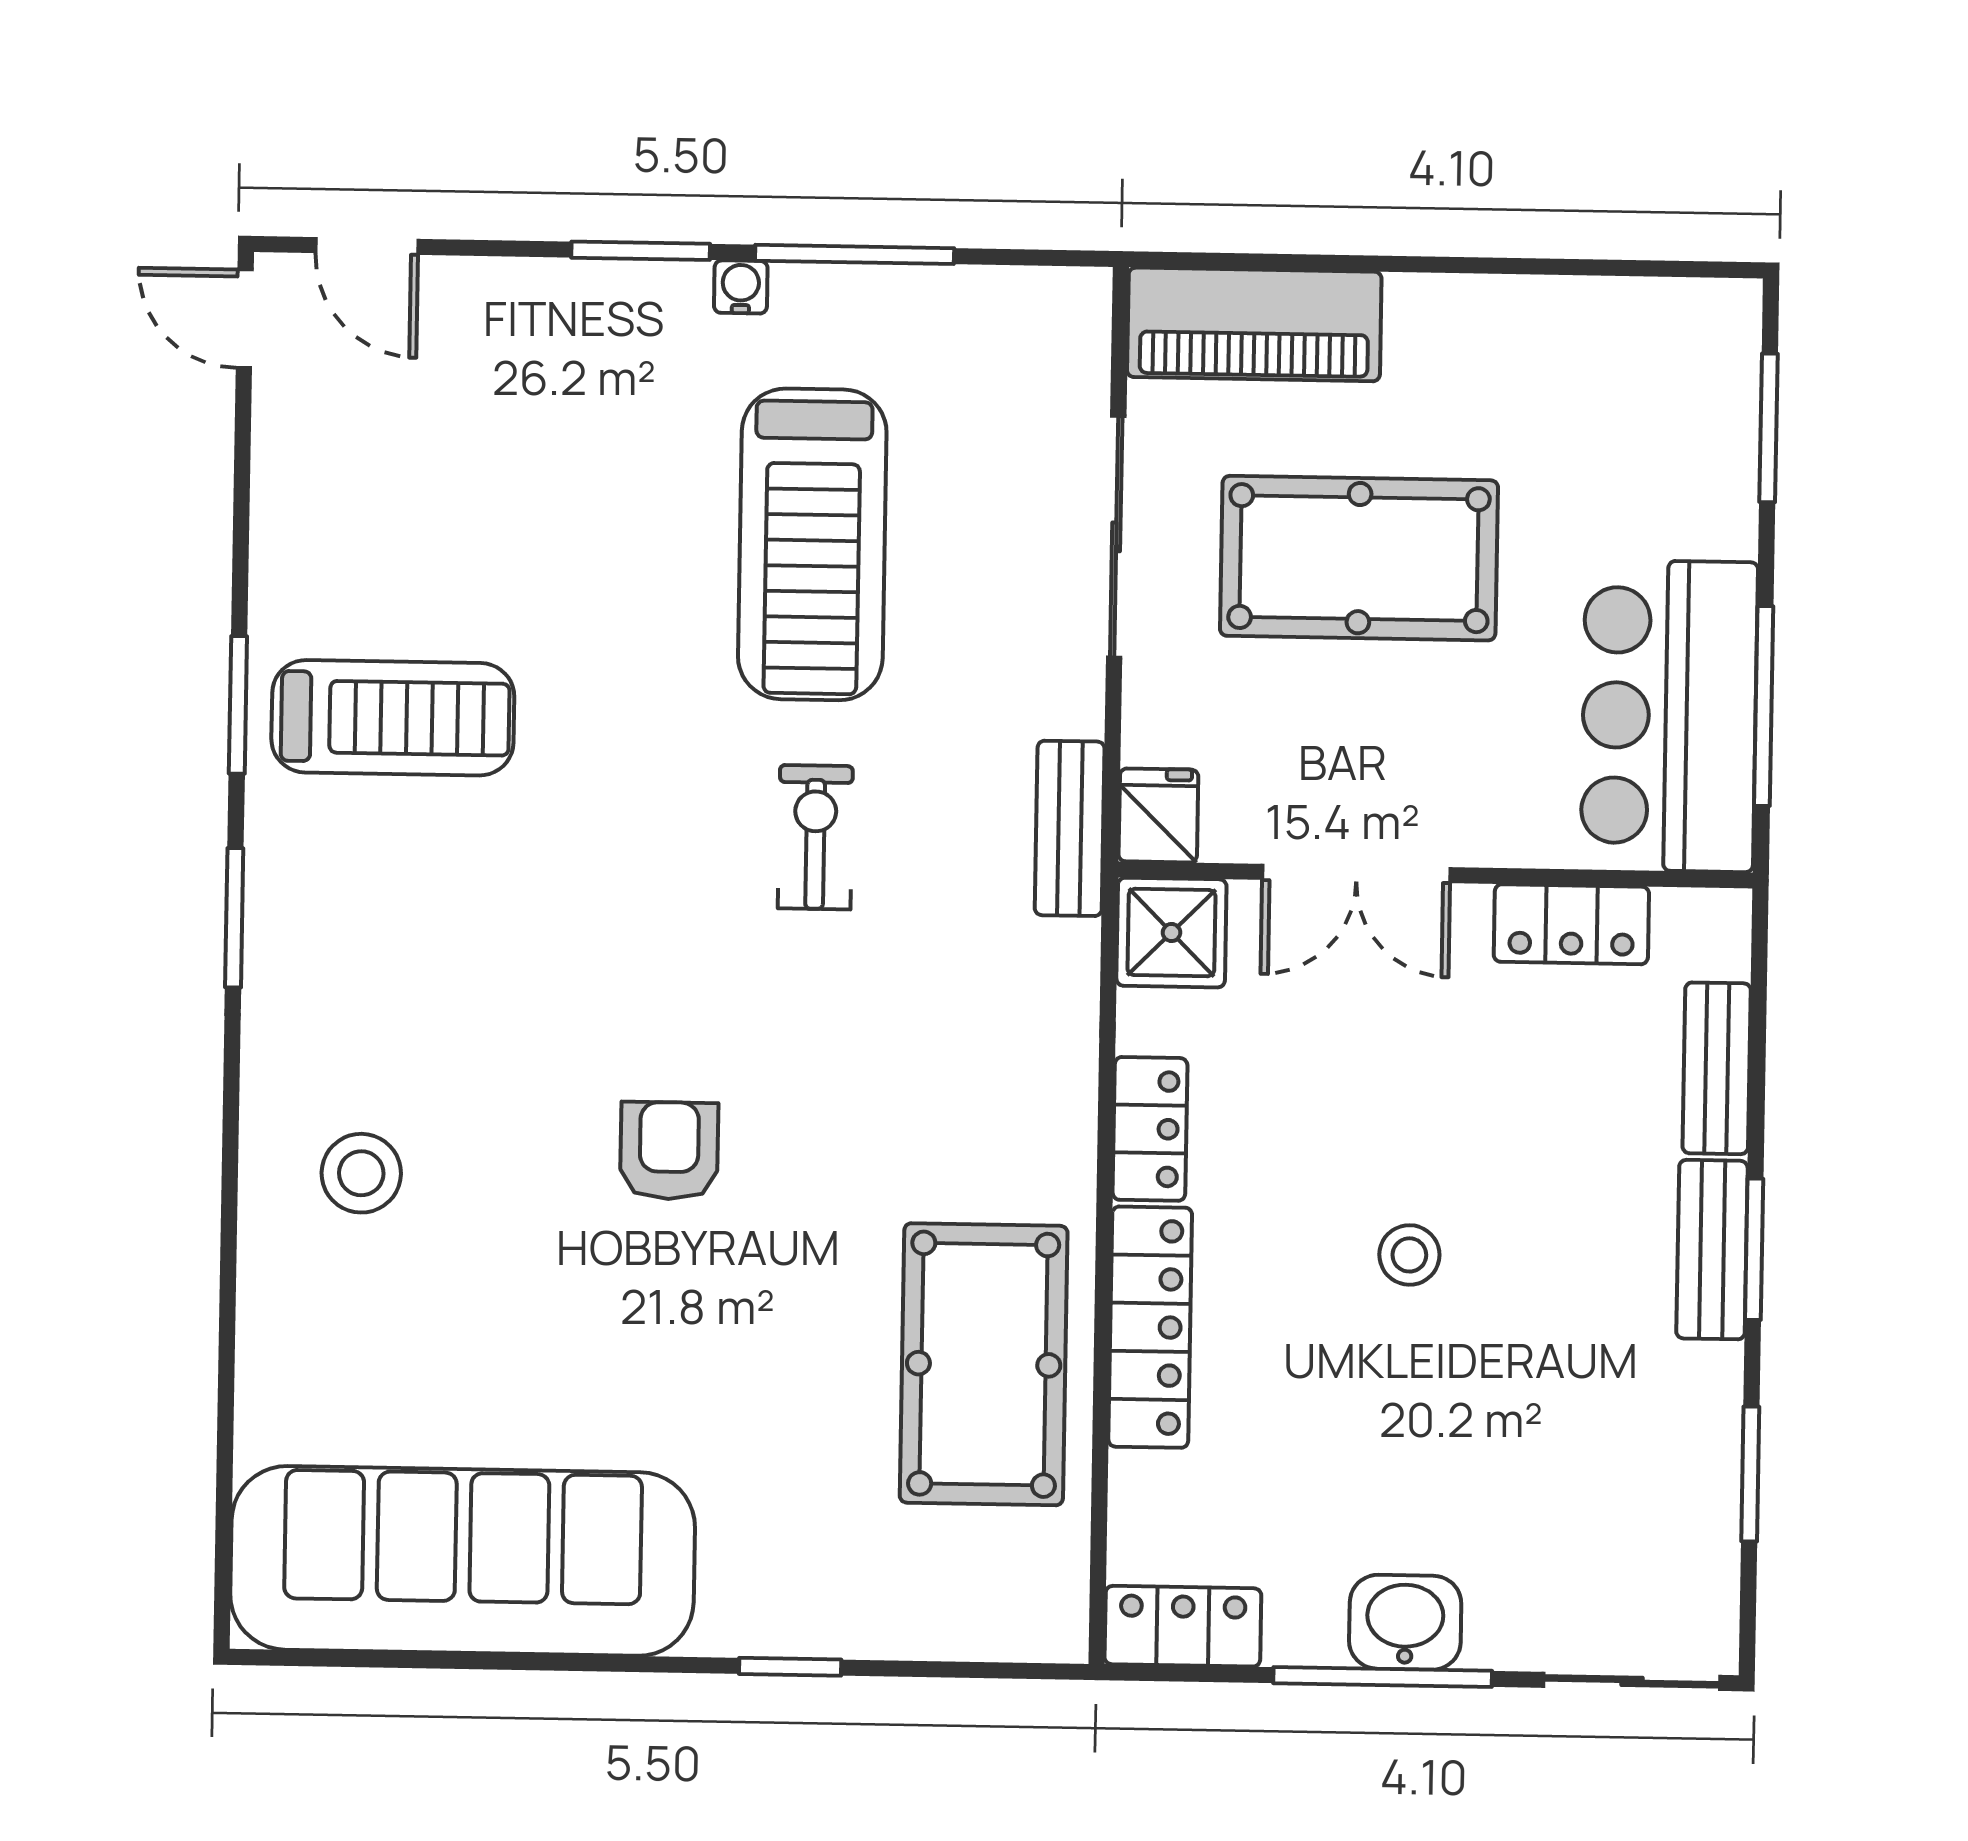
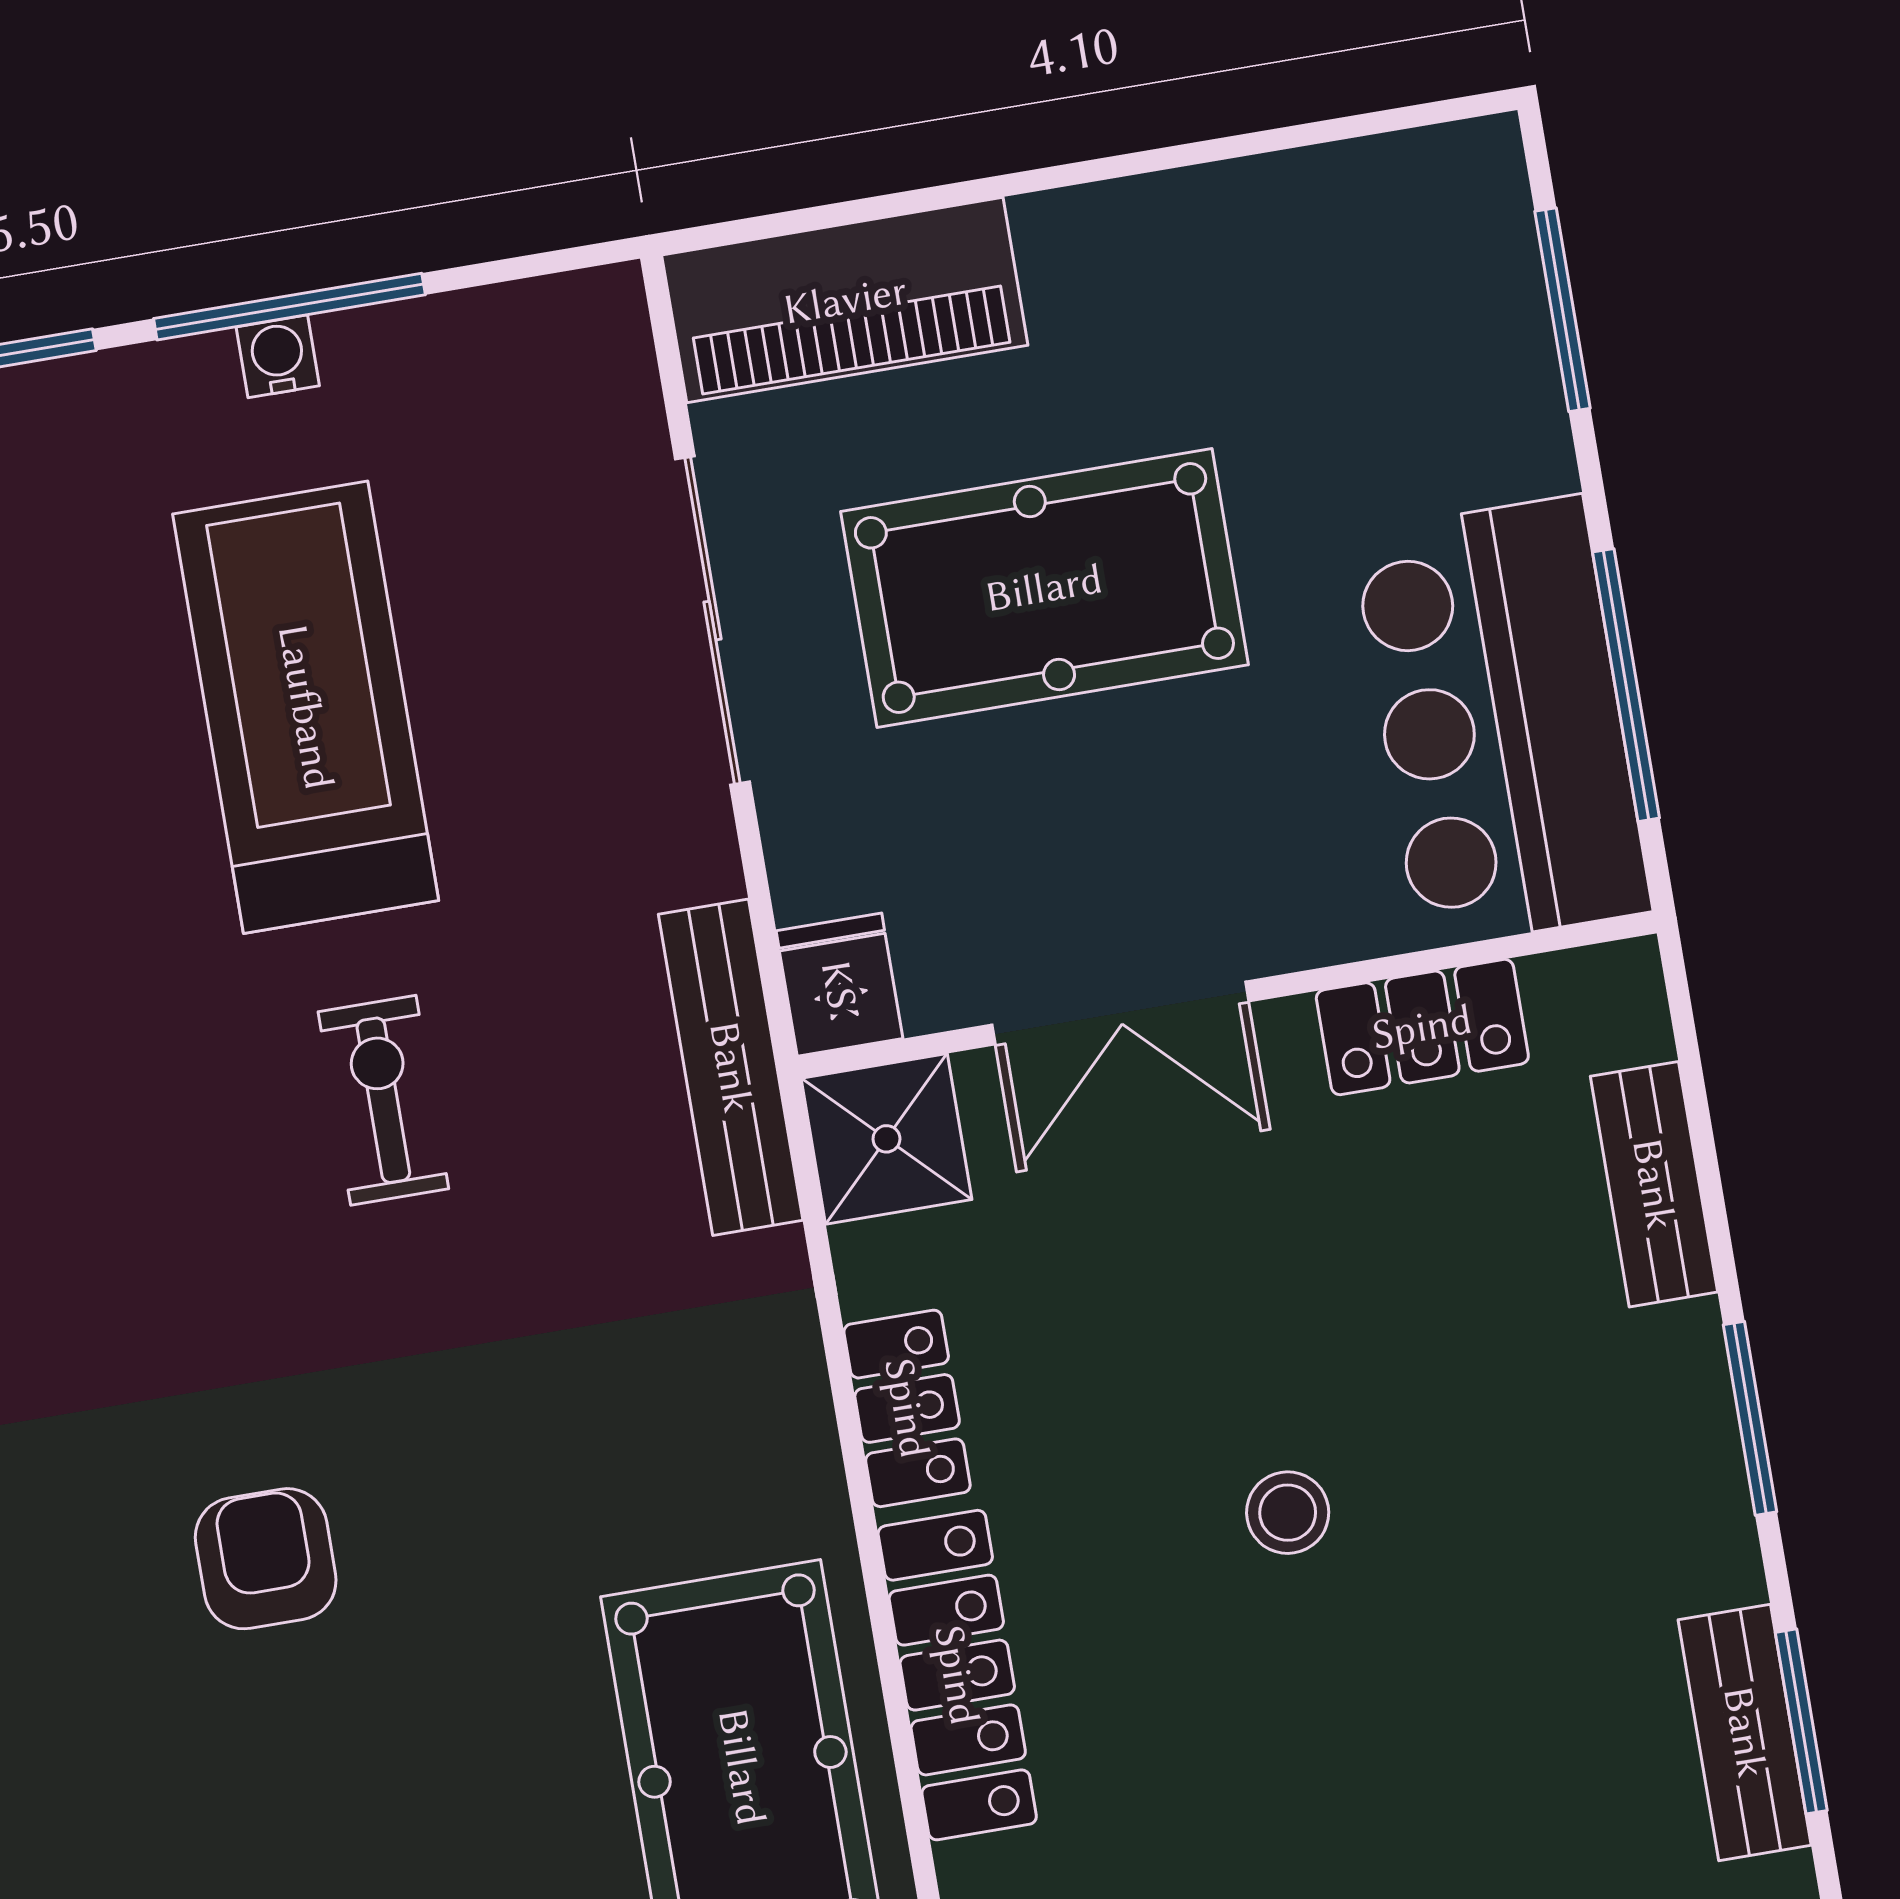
water cooler: (741, 287) -> (278, 356), moved
treadmill: (812, 544) -> (306, 707), turned 180
bench: (1070, 828) -> (731, 1067), width x1.36
bench: (1712, 1250) -> (1745, 1732), moved

